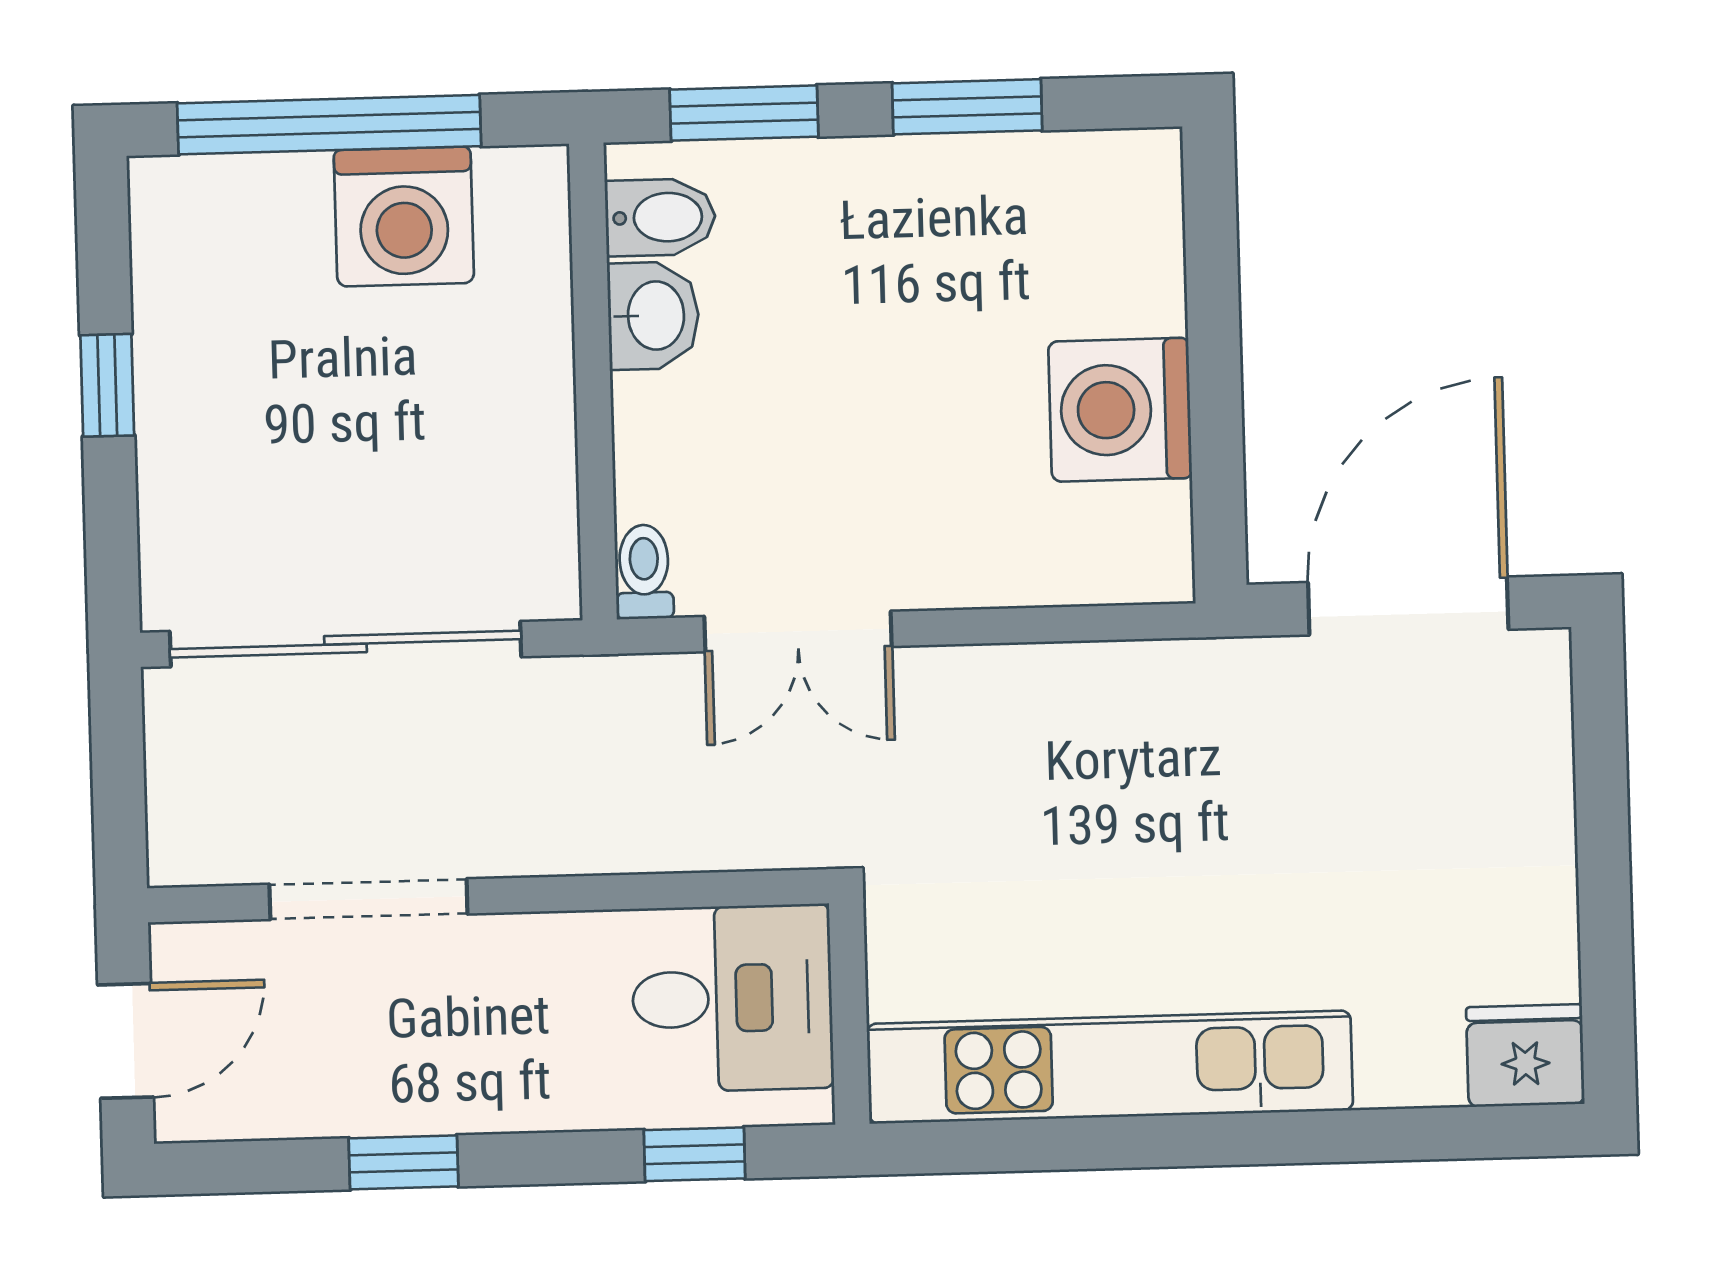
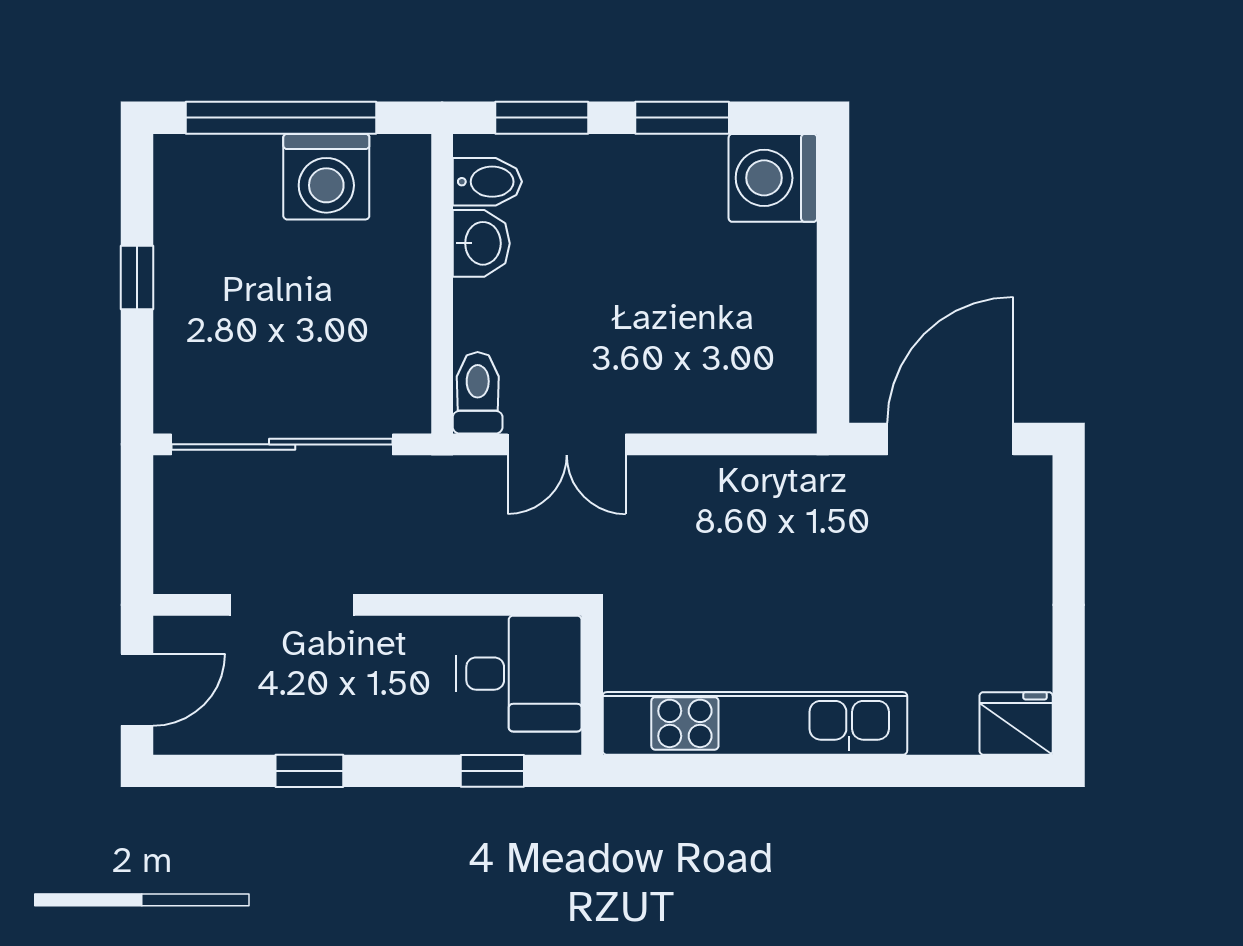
washing machine: (1120, 410) -> (773, 178), moved
toilet: (644, 572) -> (478, 393), width x1.37, depth x1.39

